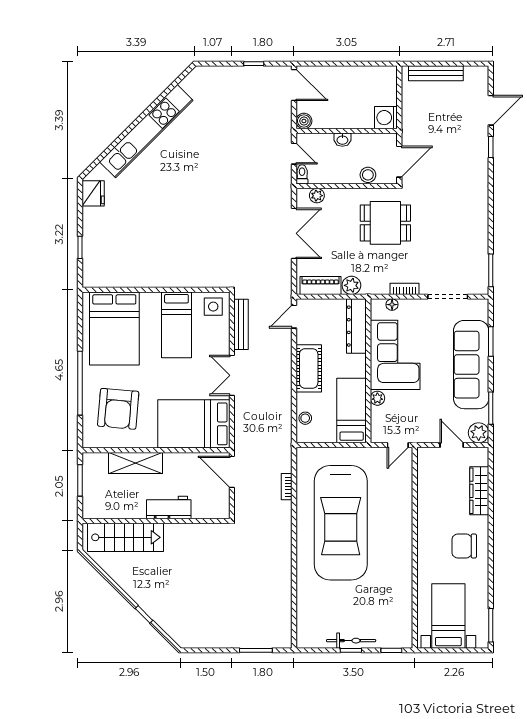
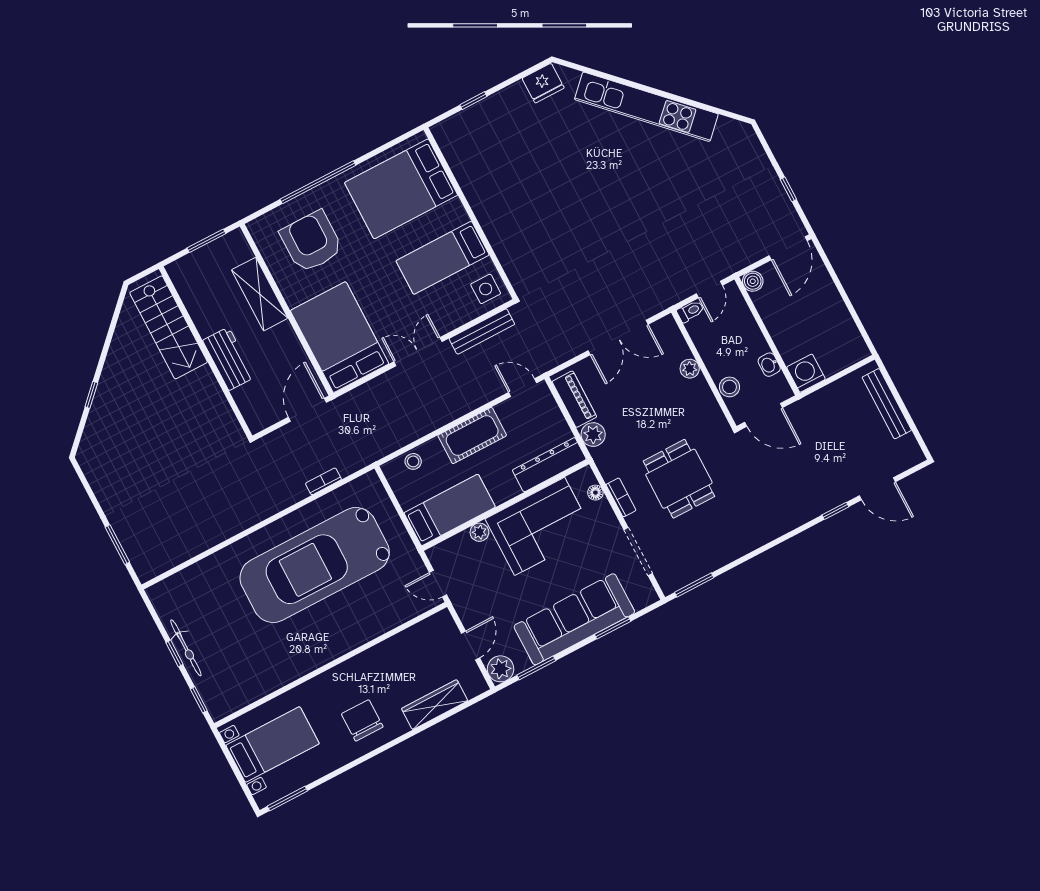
washbasin: (342, 140) -> (769, 365), moved
plant: (317, 196) -> (690, 369), moved
dining table: (385, 223) -> (679, 479), moved
armchair: (118, 409) -> (311, 242), turned 85

